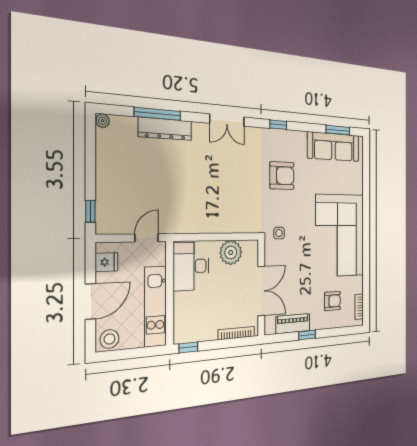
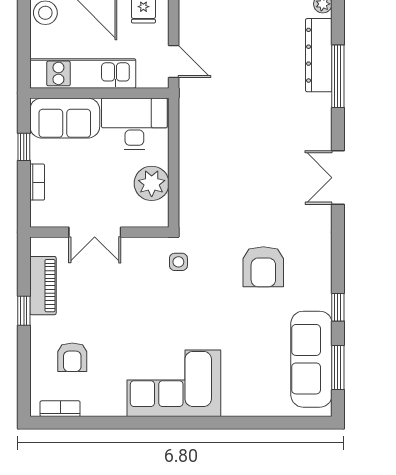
window: (278, 125) -> (338, 307), moved
dresser: (165, 129) -> (319, 55), moved
corner sofa: (340, 235) -> (174, 383), width x0.73, depth x0.74
double door: (261, 291) -> (95, 232), width x0.73
sofa: (187, 318) -> (65, 118), added
bookcase: (236, 333) -> (37, 182), width x0.64
window: (188, 347) -> (24, 147), moved

